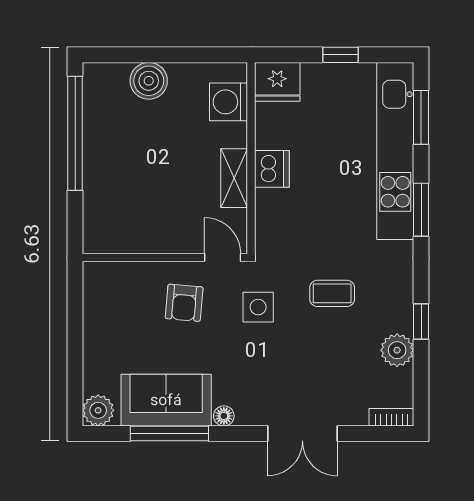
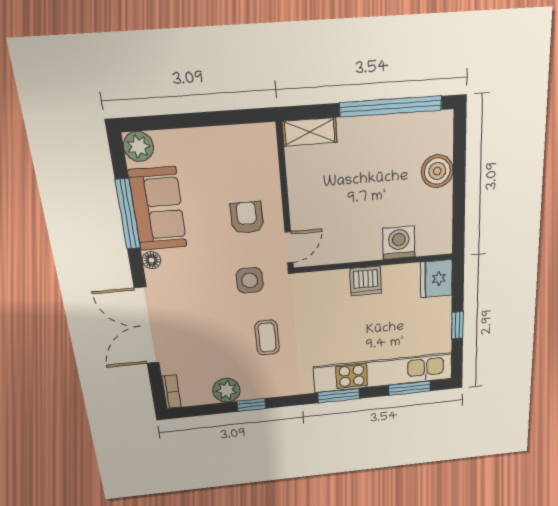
washing machine: (228, 102) -> (399, 243), moved
shelving: (234, 178) -> (310, 132), moved
armchair: (184, 303) -> (247, 218), turned 85
double door: (302, 434) -> (147, 326), width x1.37

